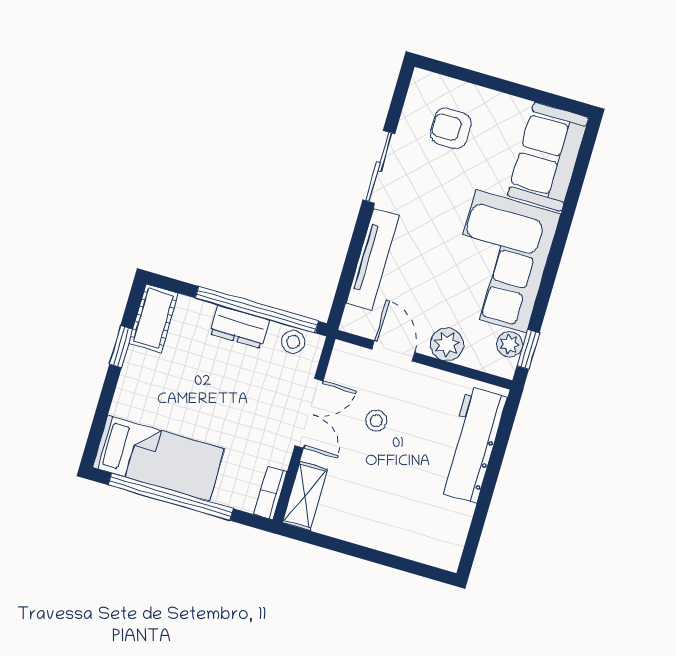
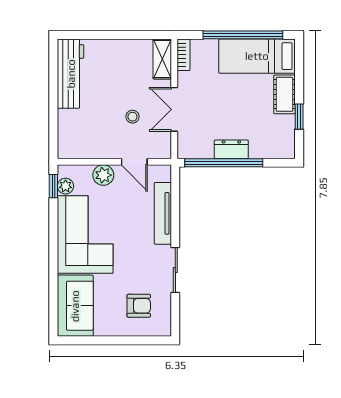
cot: (153, 318) -> (284, 94), moved
stool: (293, 342) -> (196, 150), removed
workbench: (472, 445) -> (71, 74), moved

